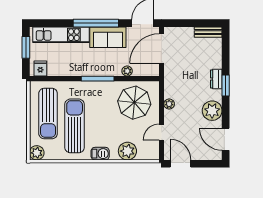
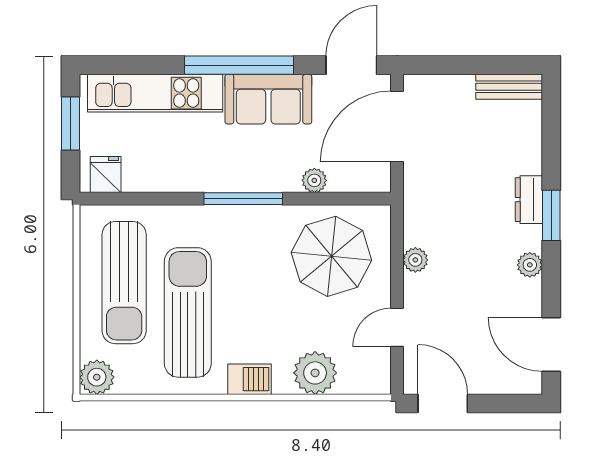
plant: (212, 111) -> (530, 265), width x0.53, depth x0.53

